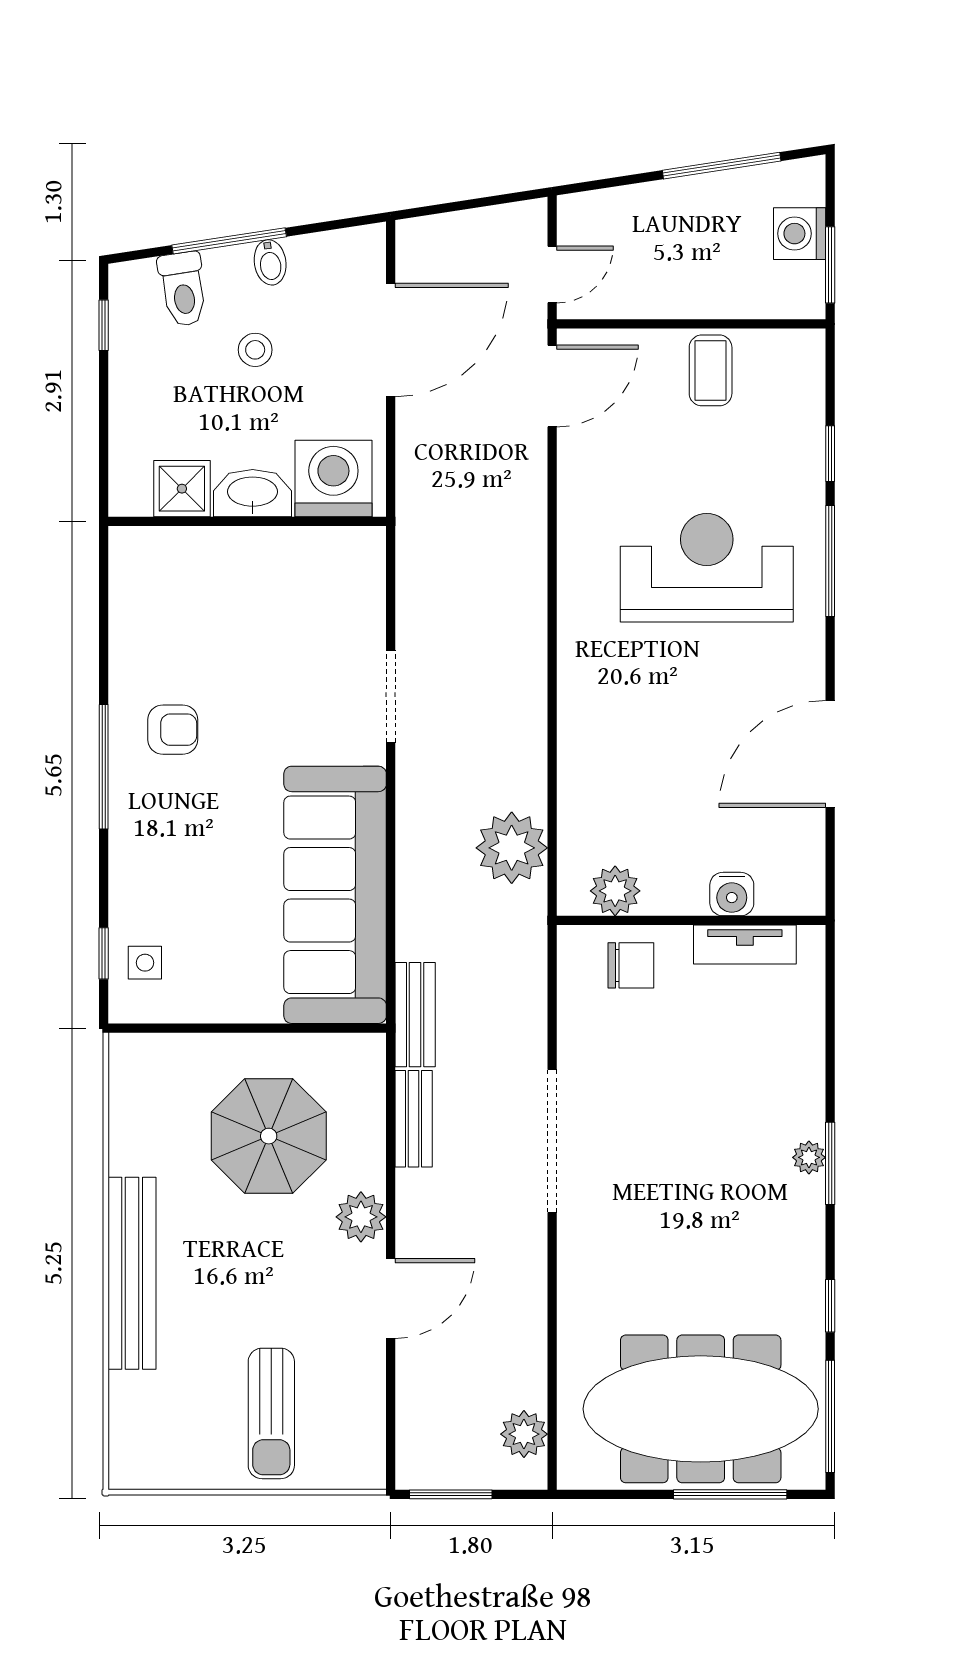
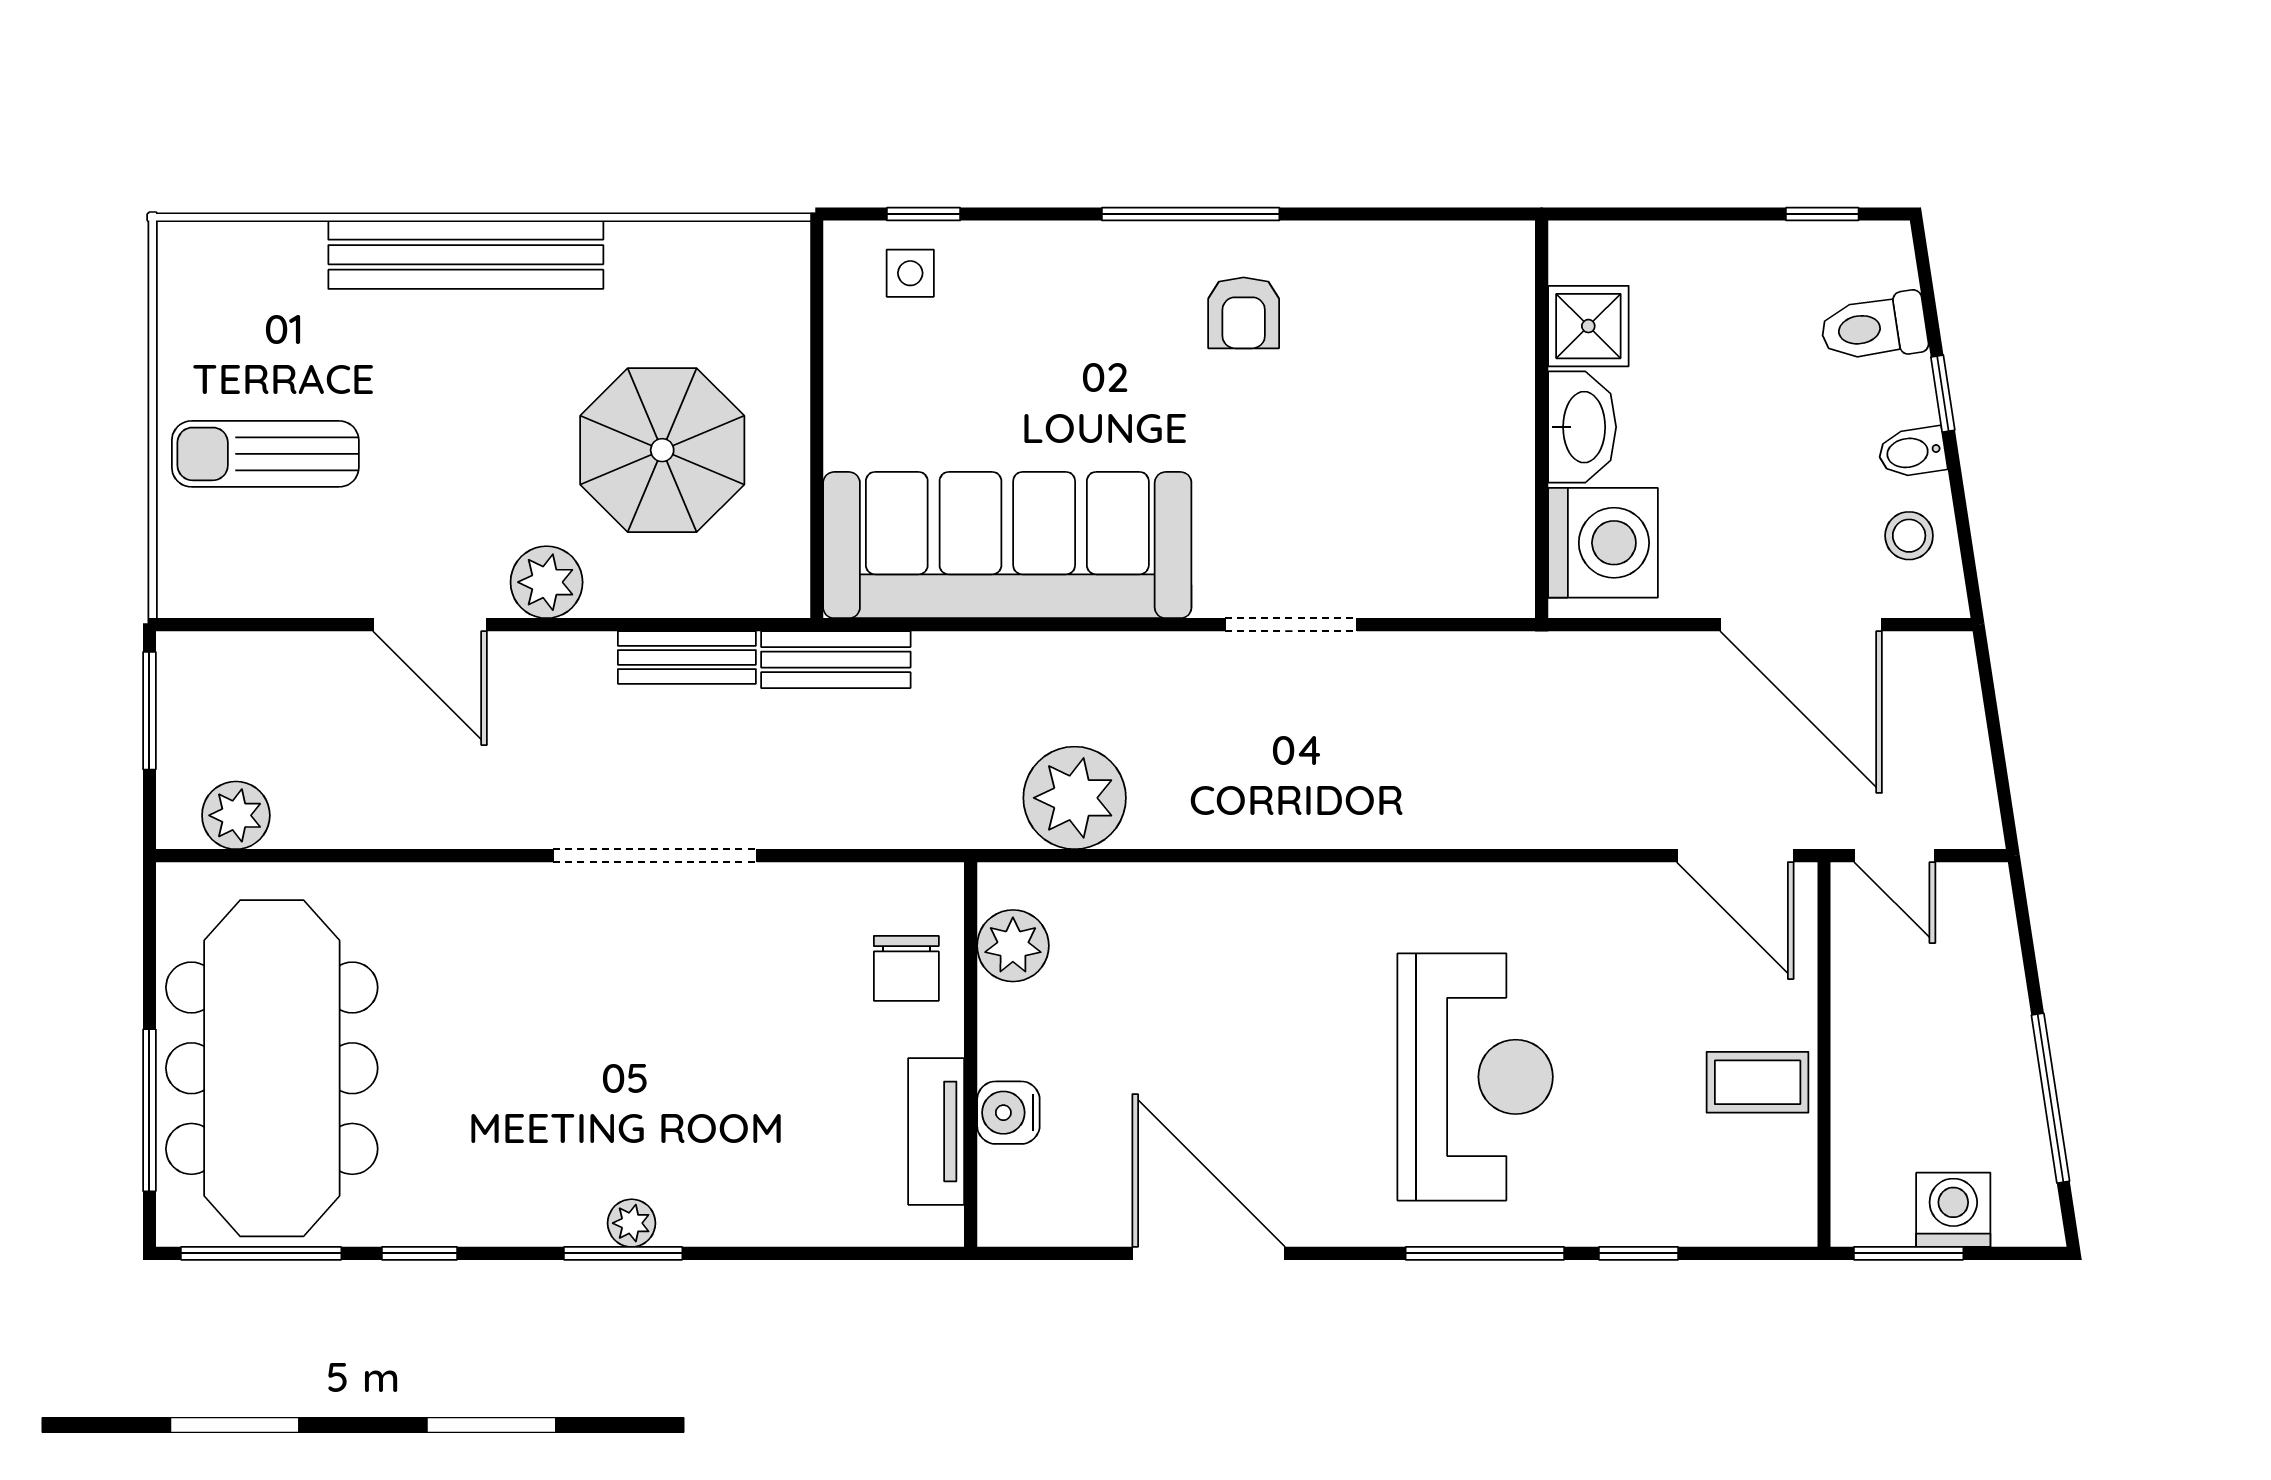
window: (229, 241) -> (1943, 394), width x0.46
stool: (255, 350) -> (1909, 536), moved

